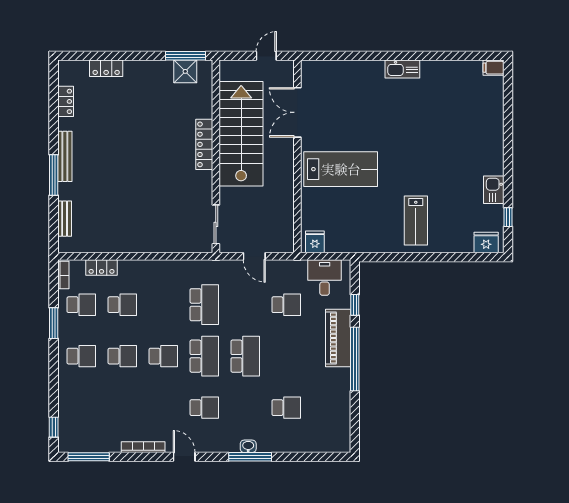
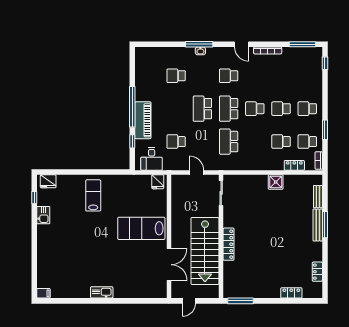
shower: (185, 71) -> (276, 182), moved
bench: (65, 156) -> (318, 225), moved

